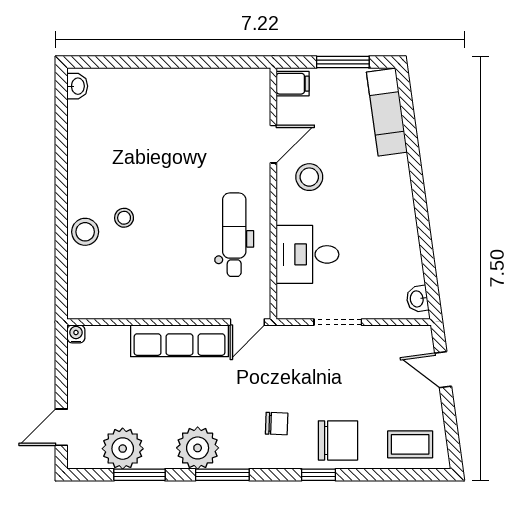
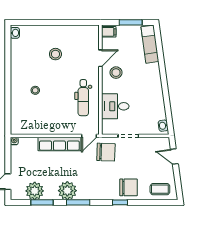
stool: (85, 232) -> (55, 54), moved
dental chair: (234, 235) -> (83, 98), turned 180
chair: (277, 424) -> (106, 152), moved, width x1.87, depth x1.87

